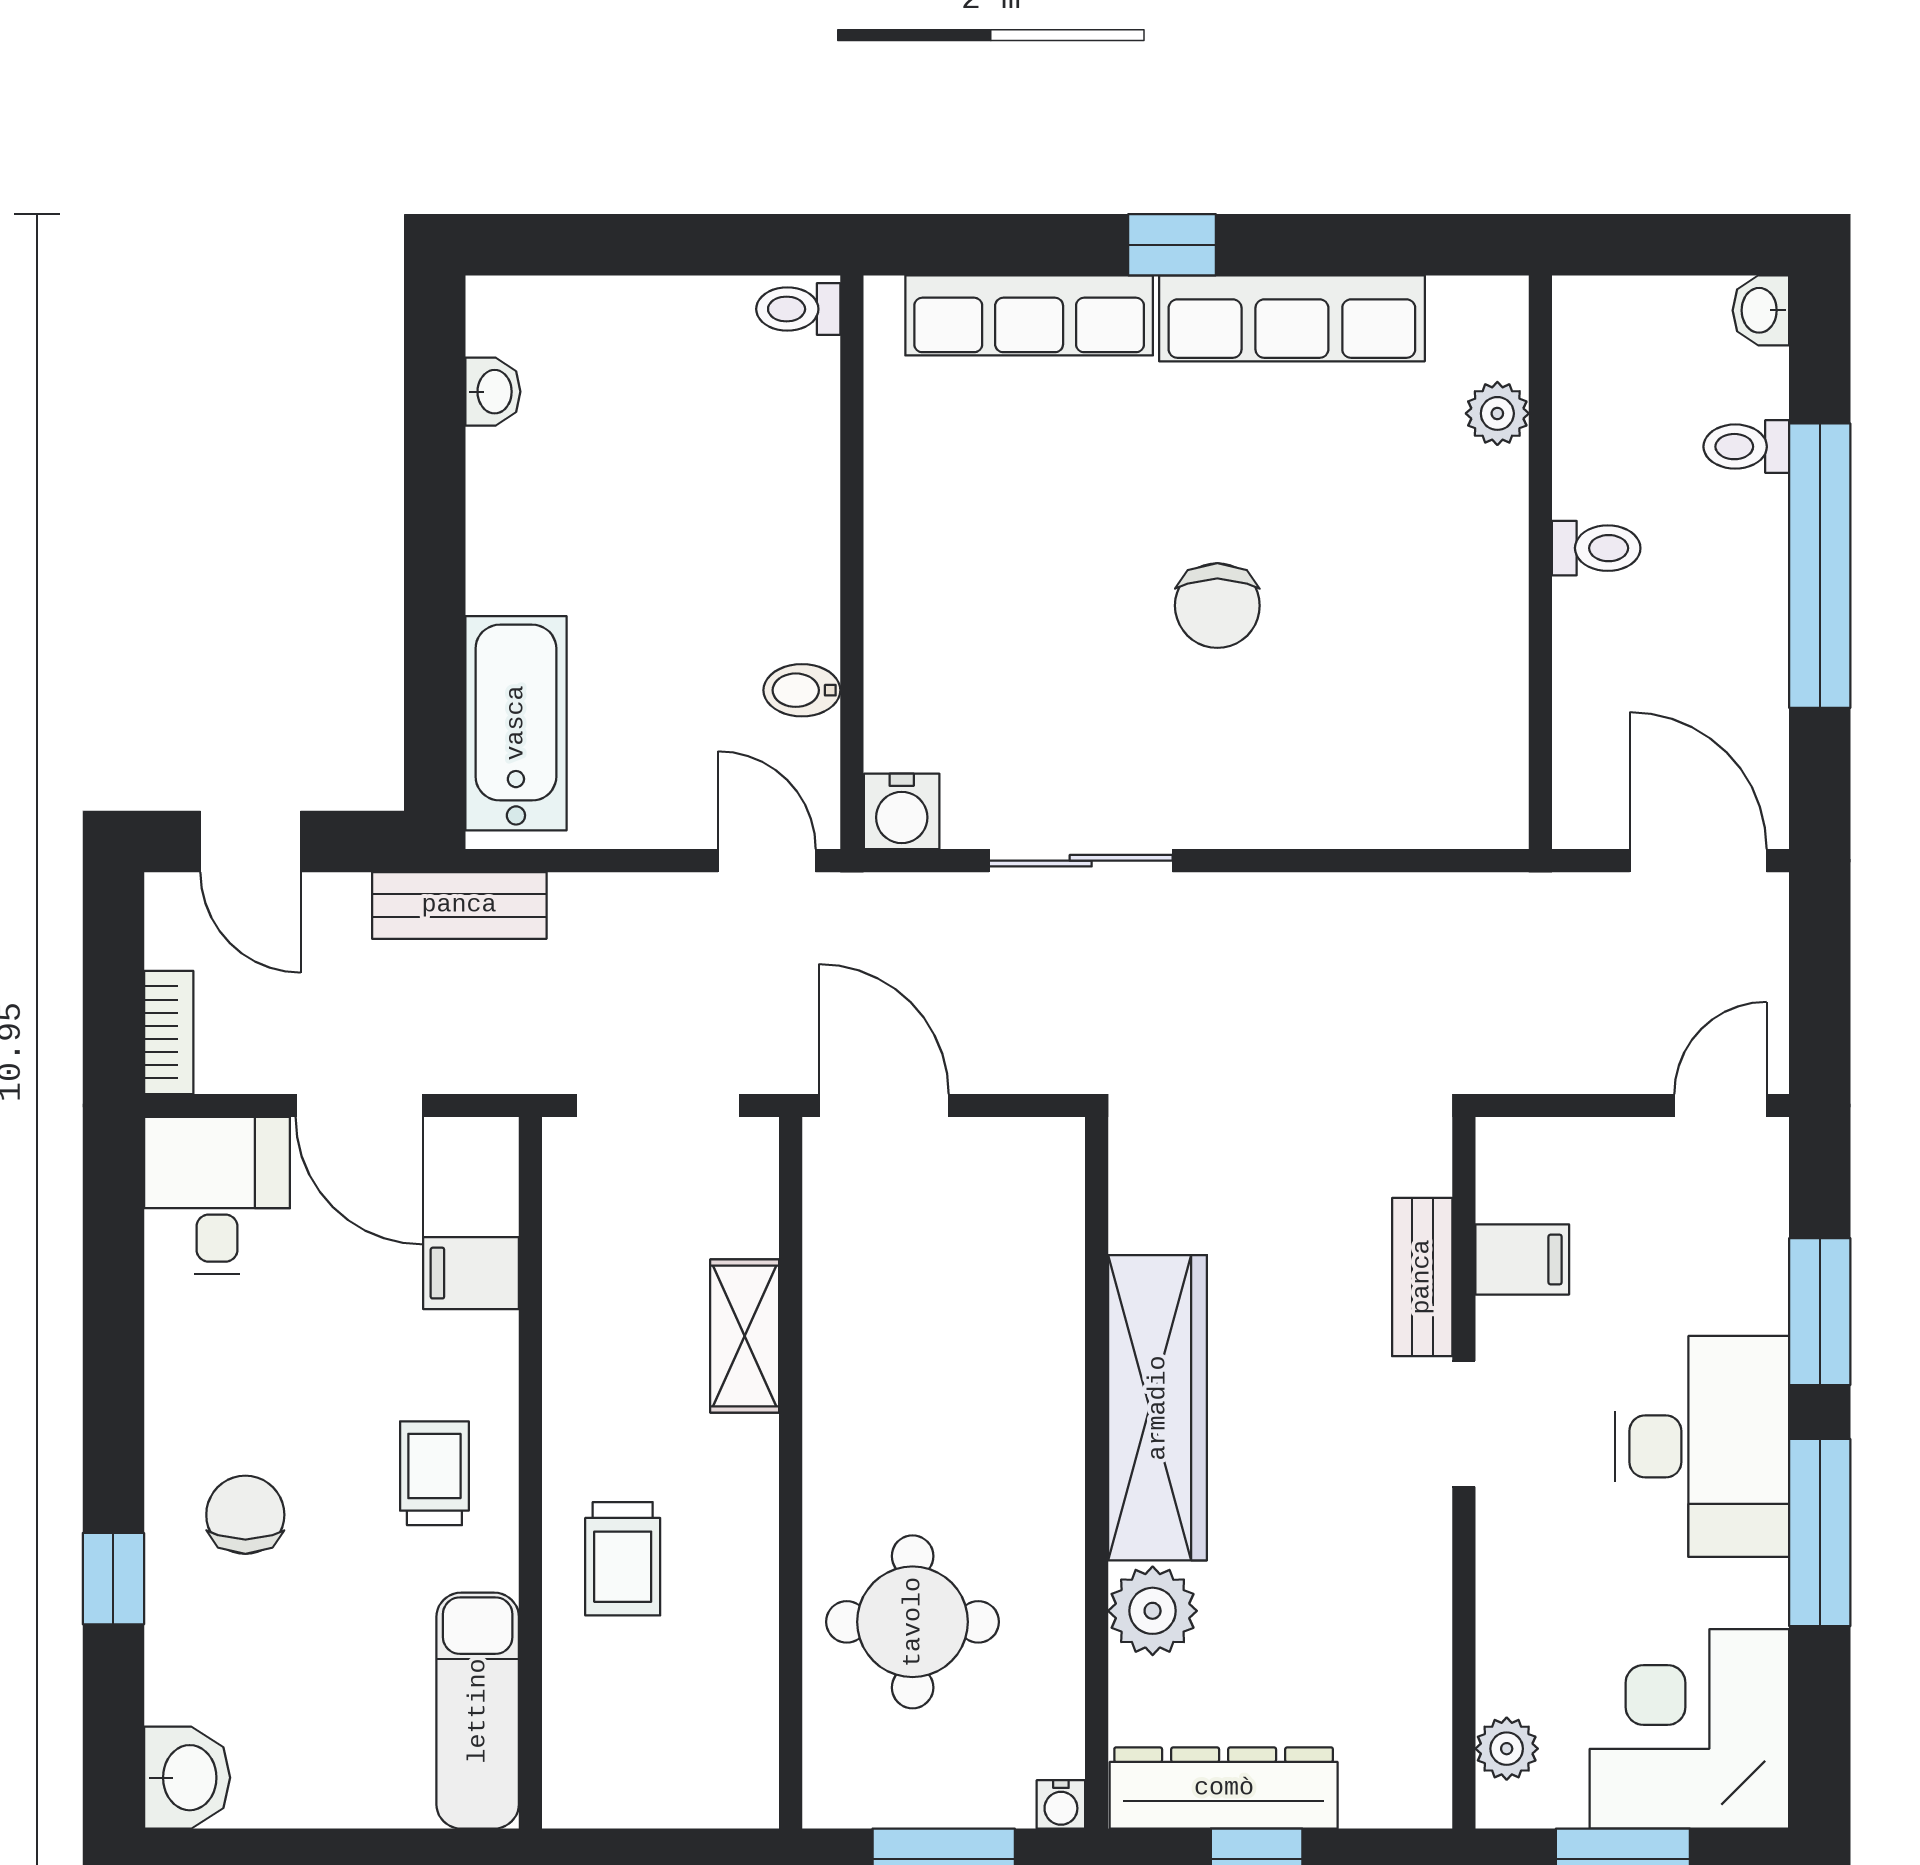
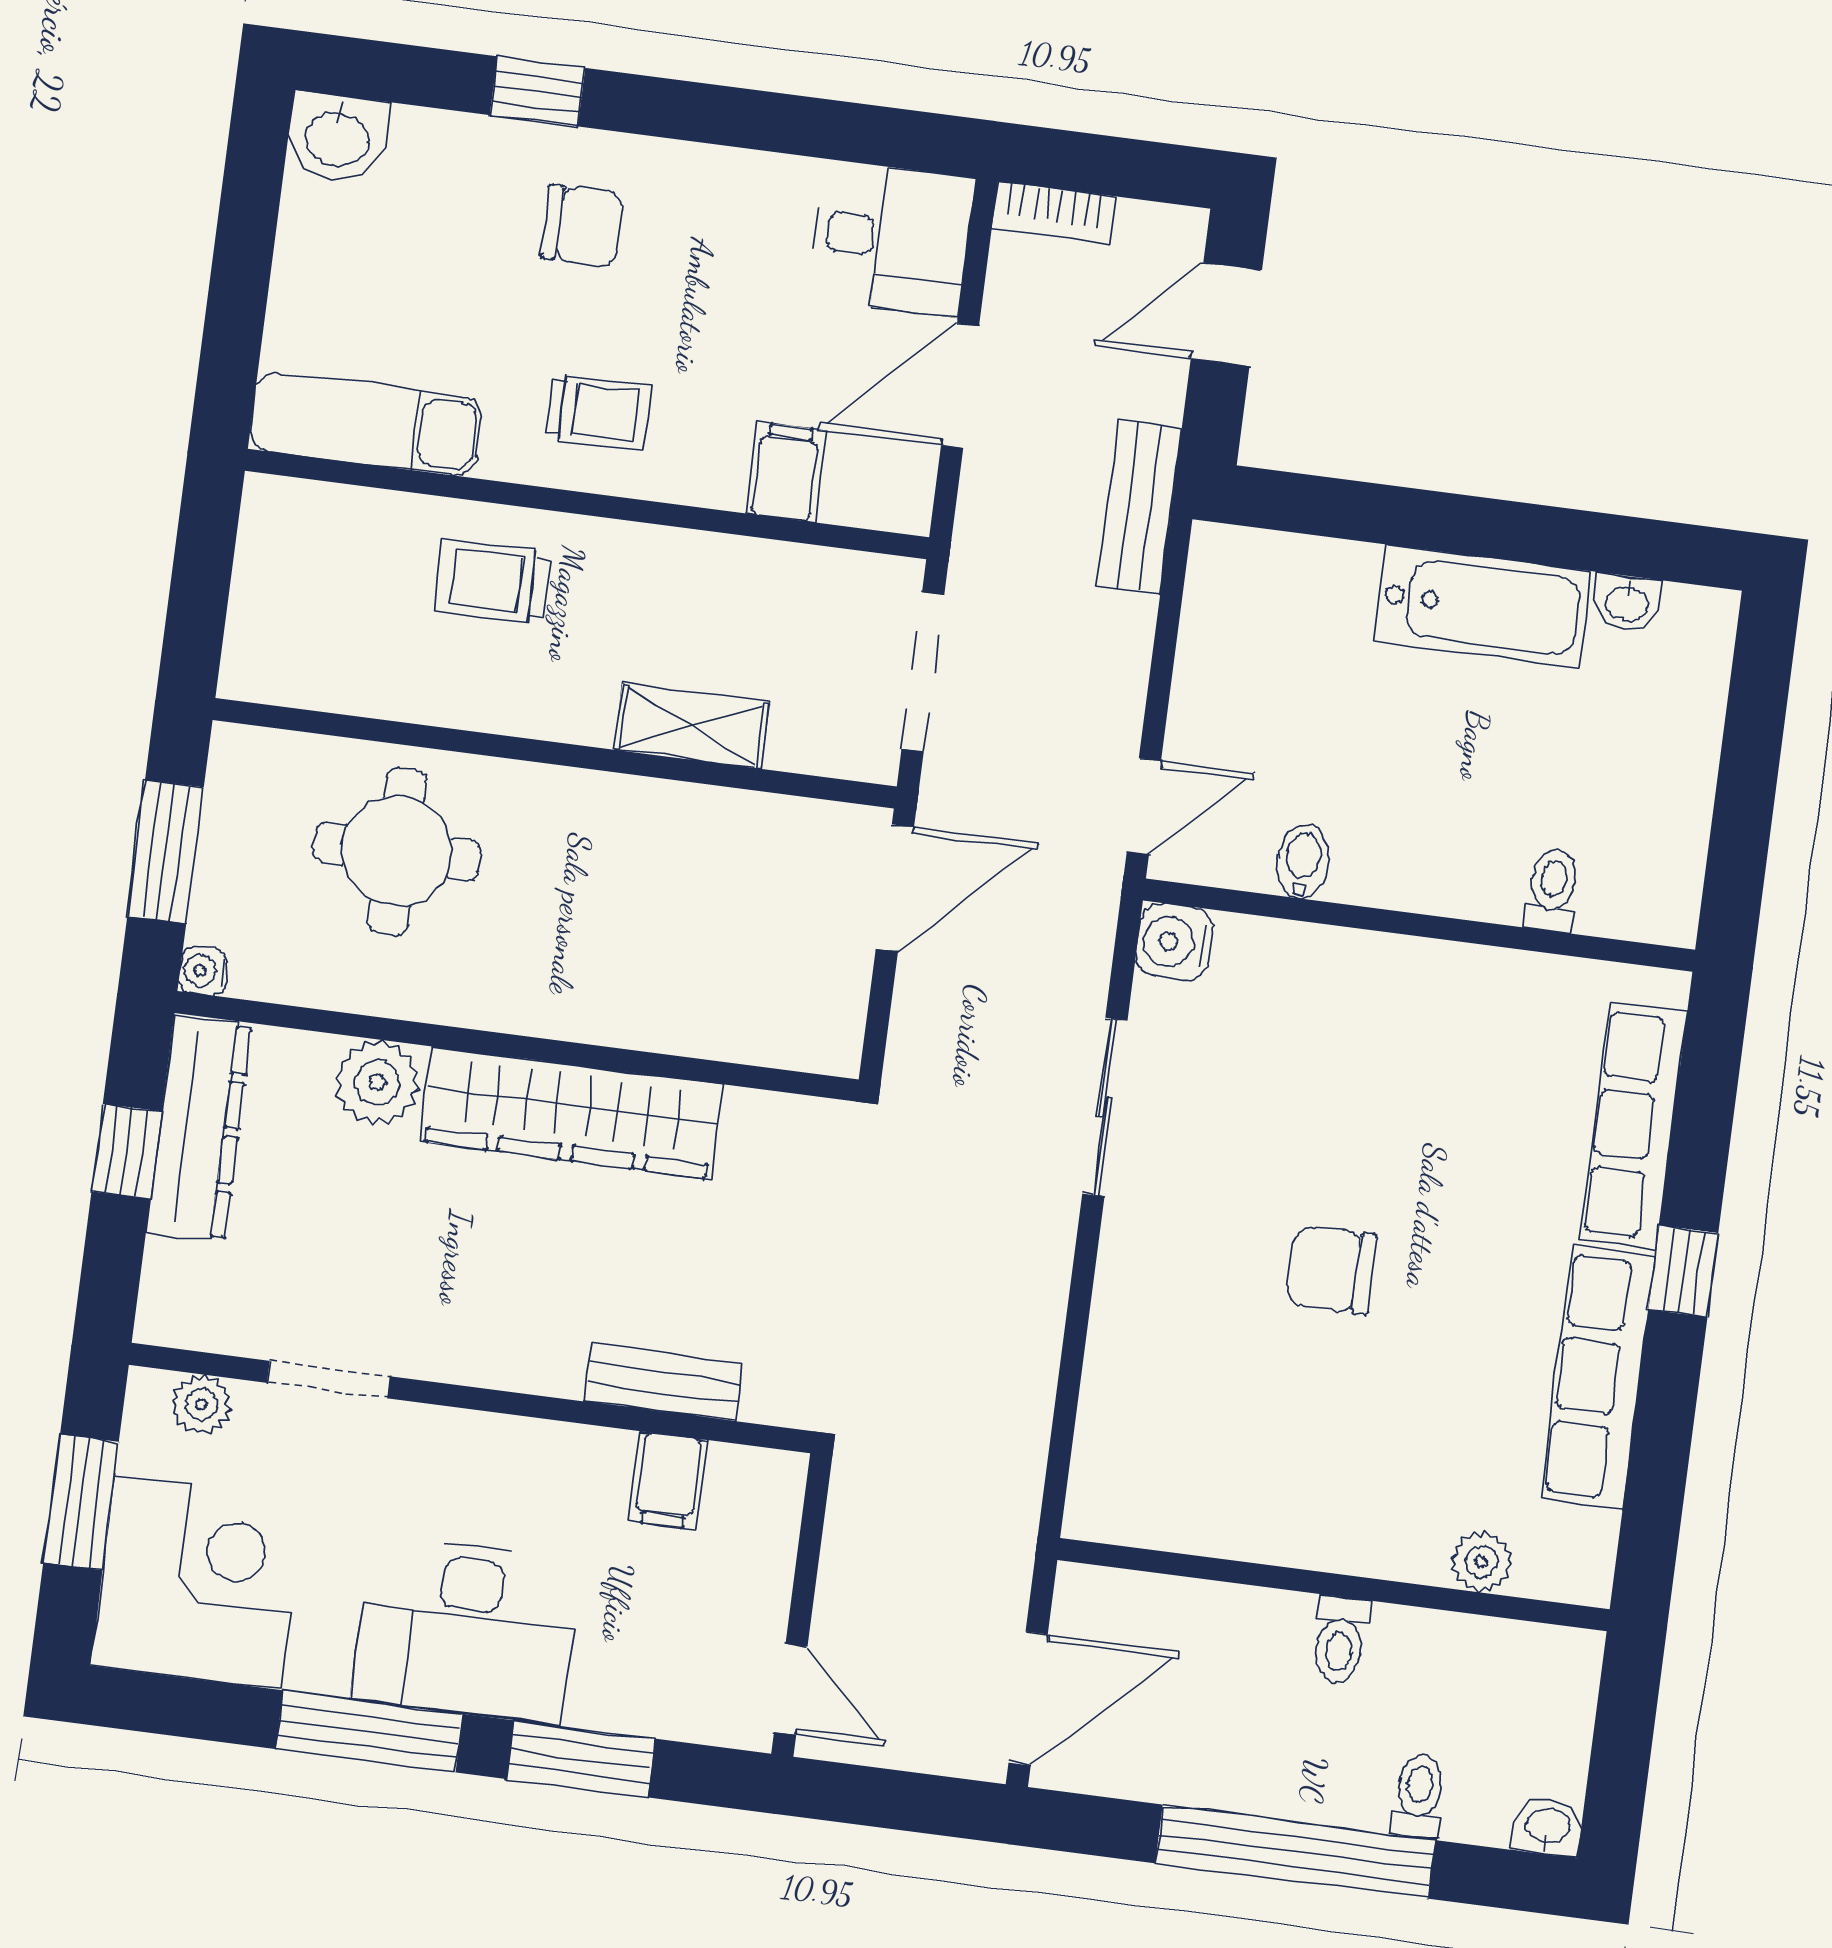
toilet: (798, 309) -> (1552, 890), moved
bathtub: (516, 723) -> (1483, 606), moved
doorway: (1464, 1424) -> (329, 1380), moved

